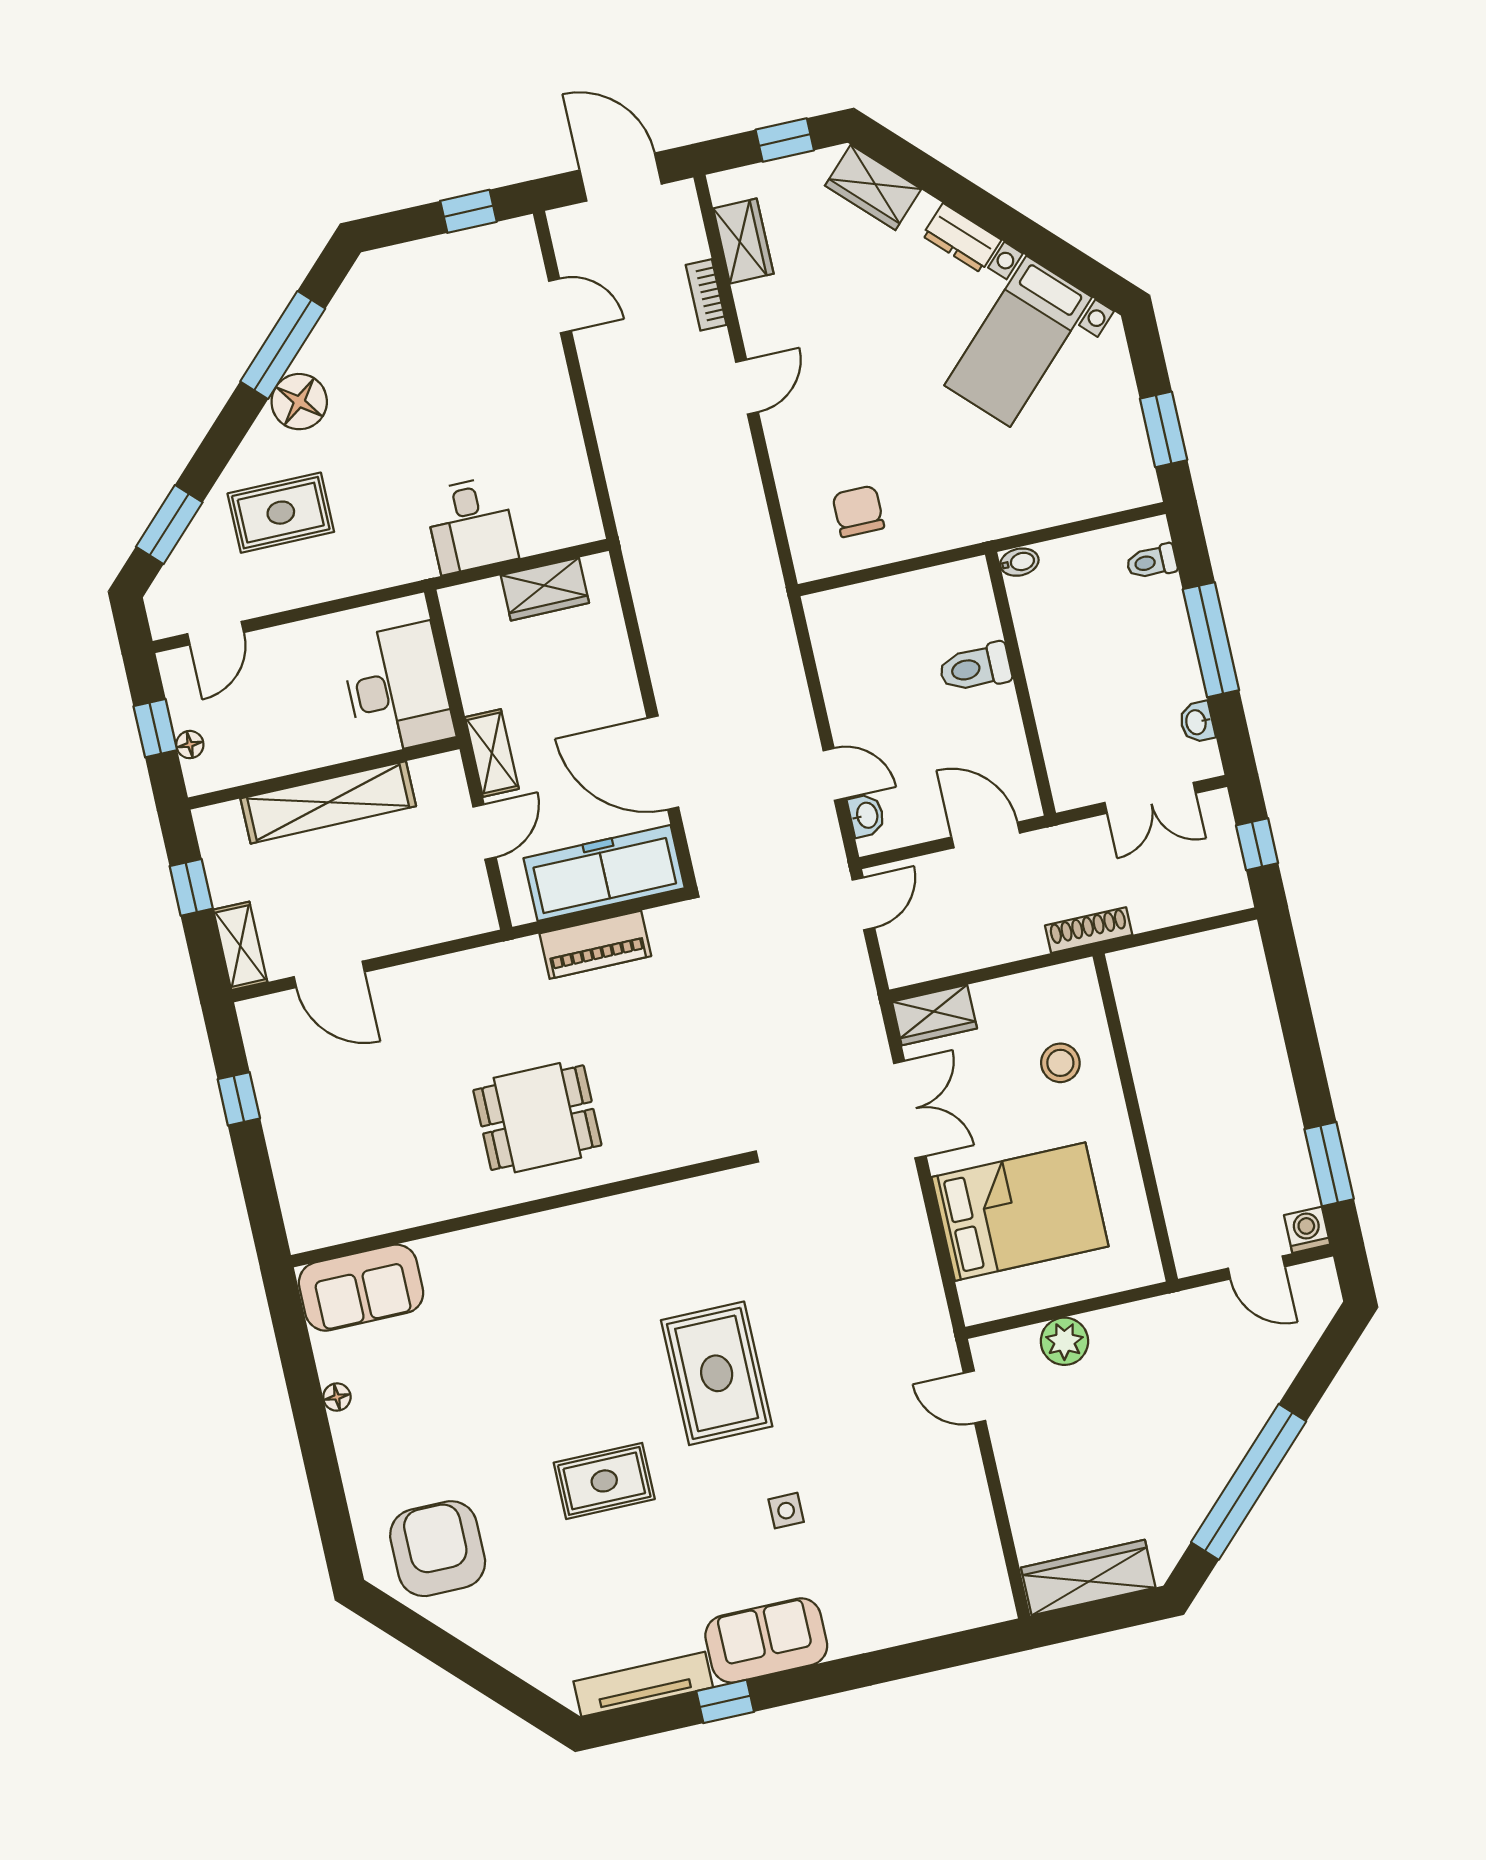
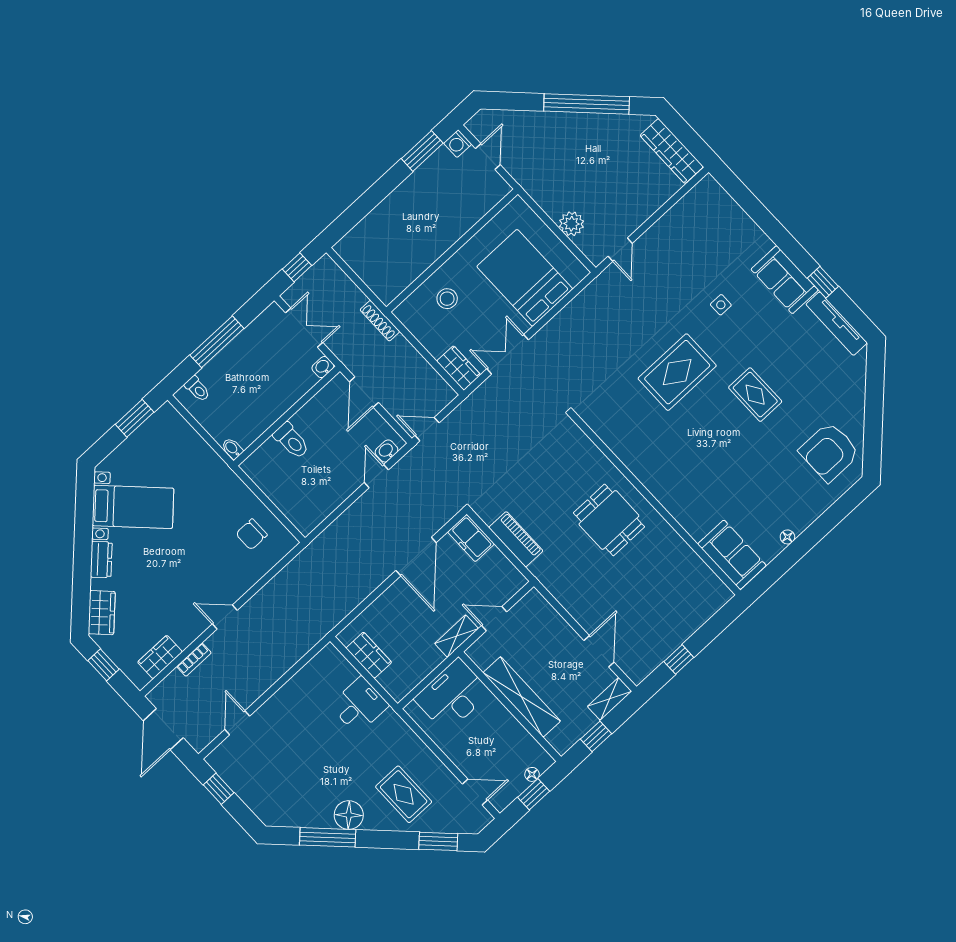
washbasin: (1197, 722) -> (323, 367), moved, turned 180
freezer: (604, 873) -> (471, 538), width x0.52, depth x0.79

